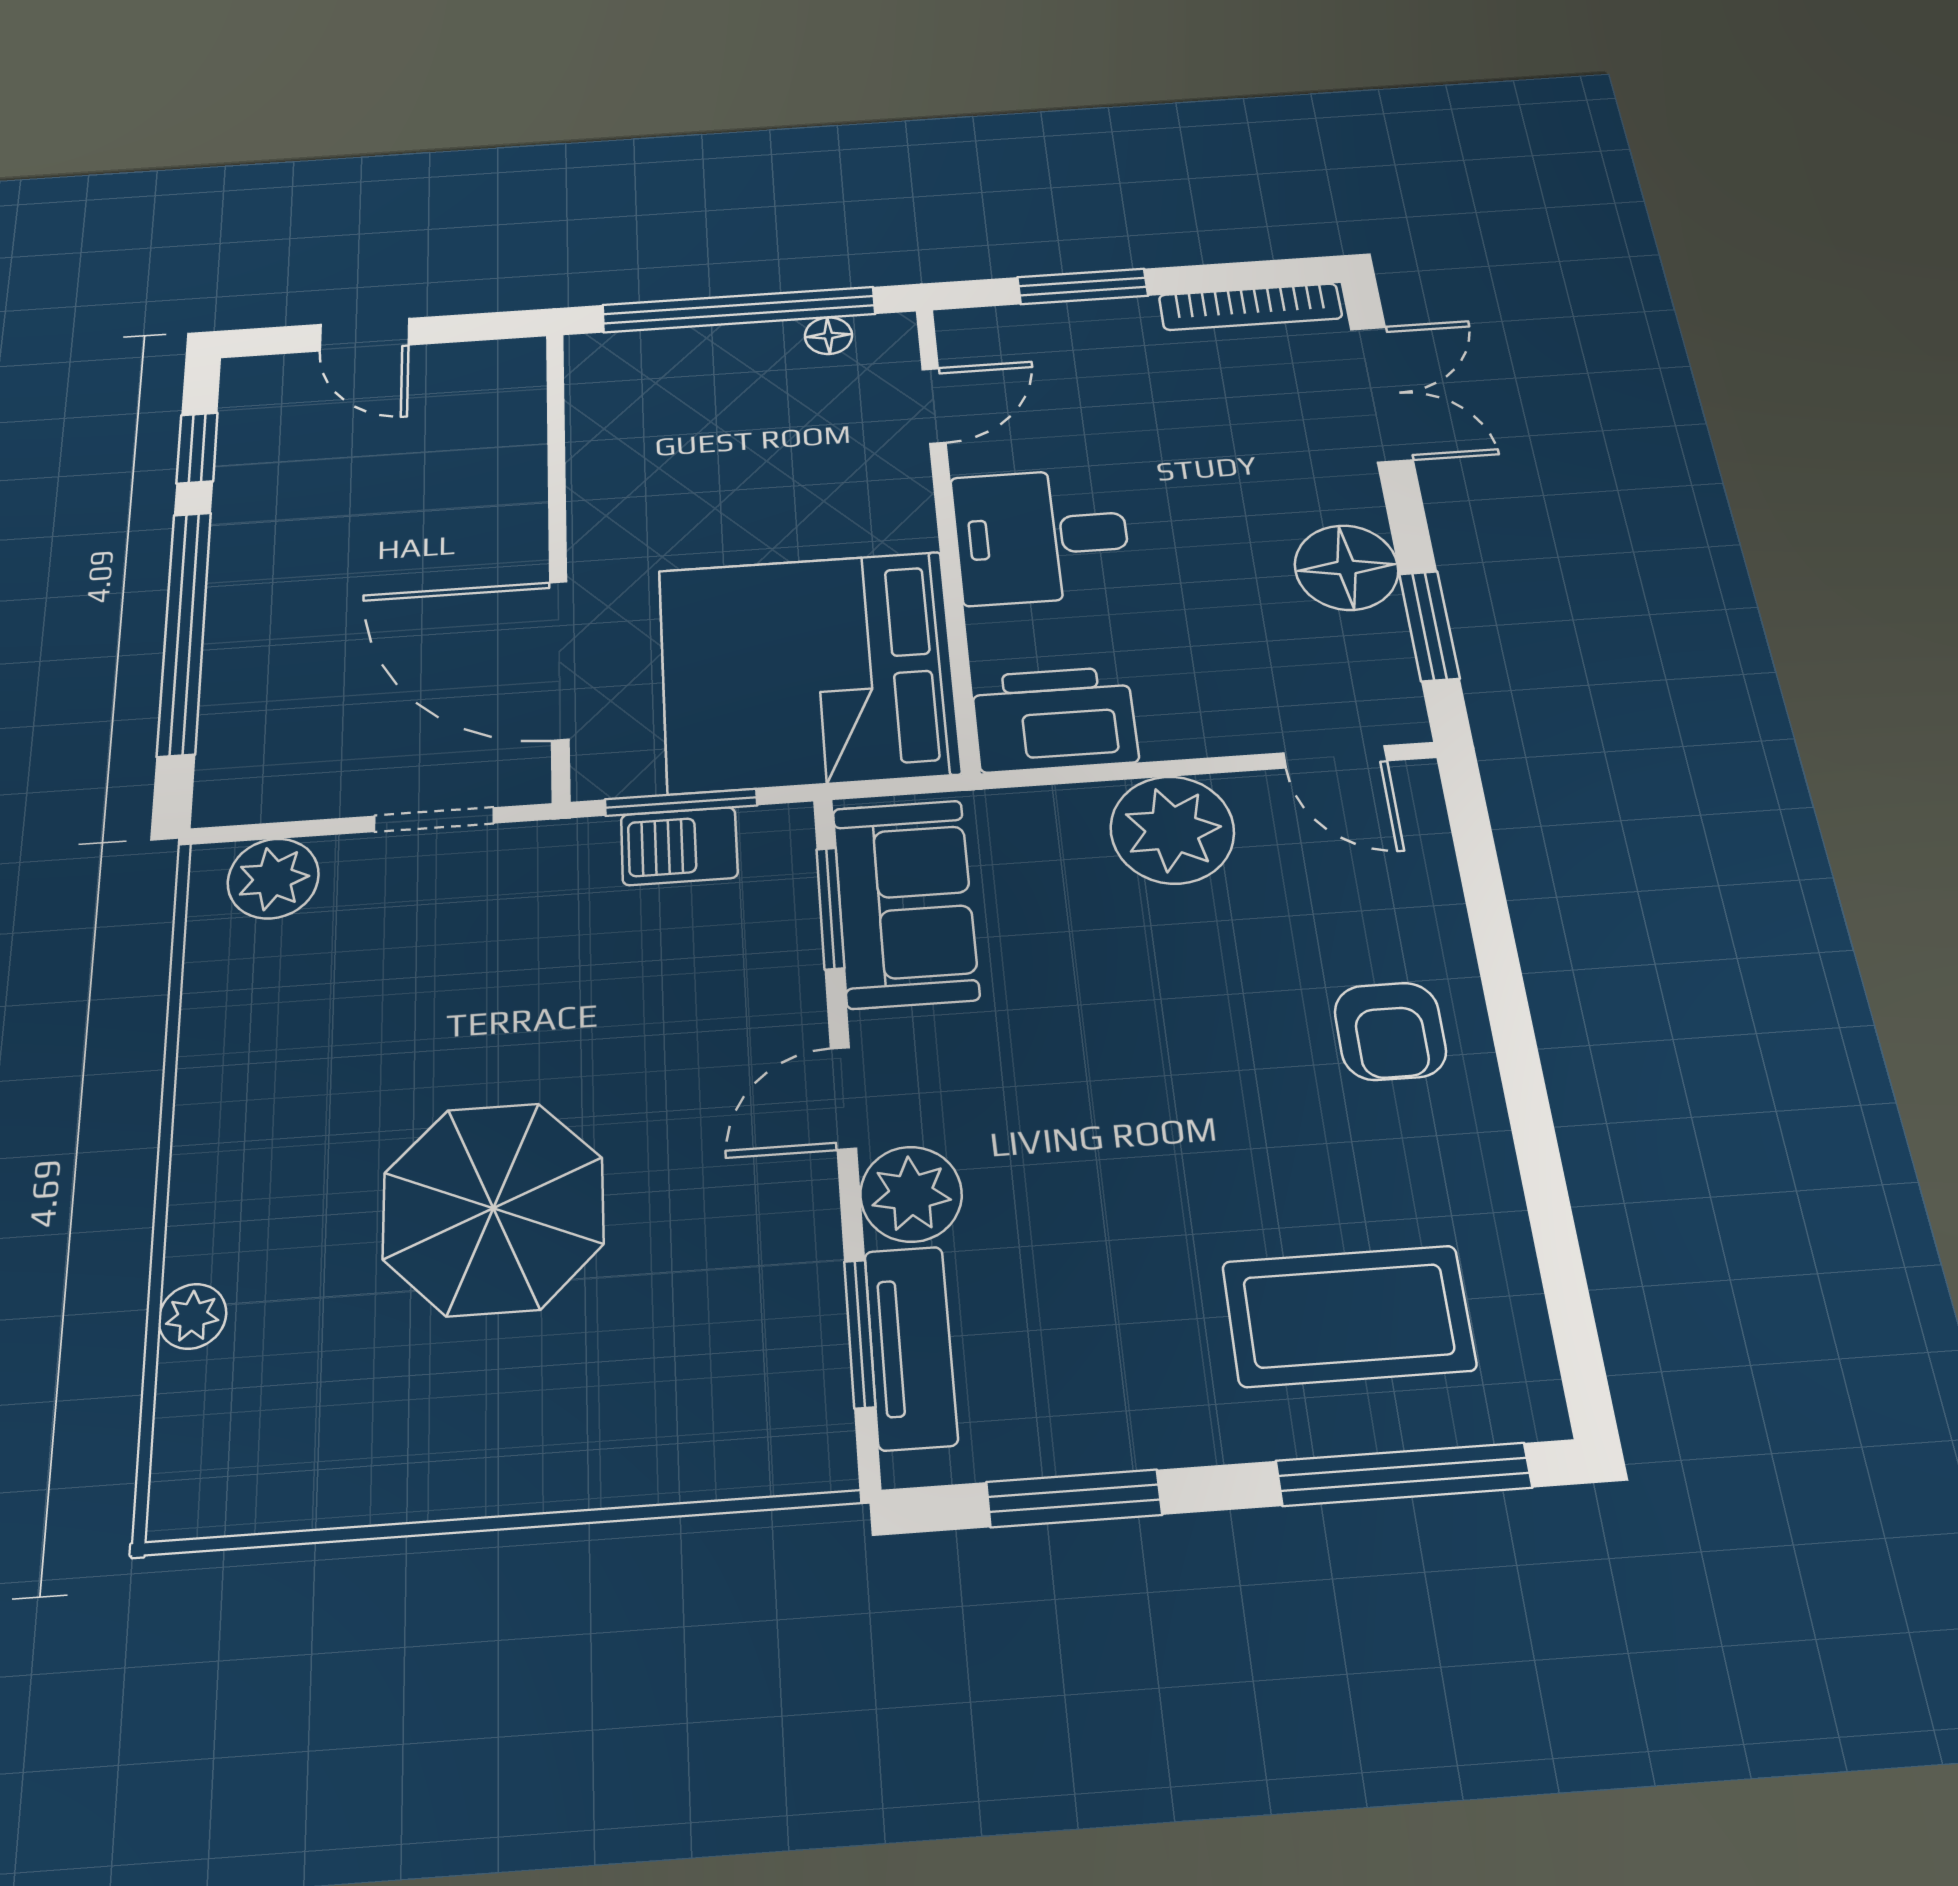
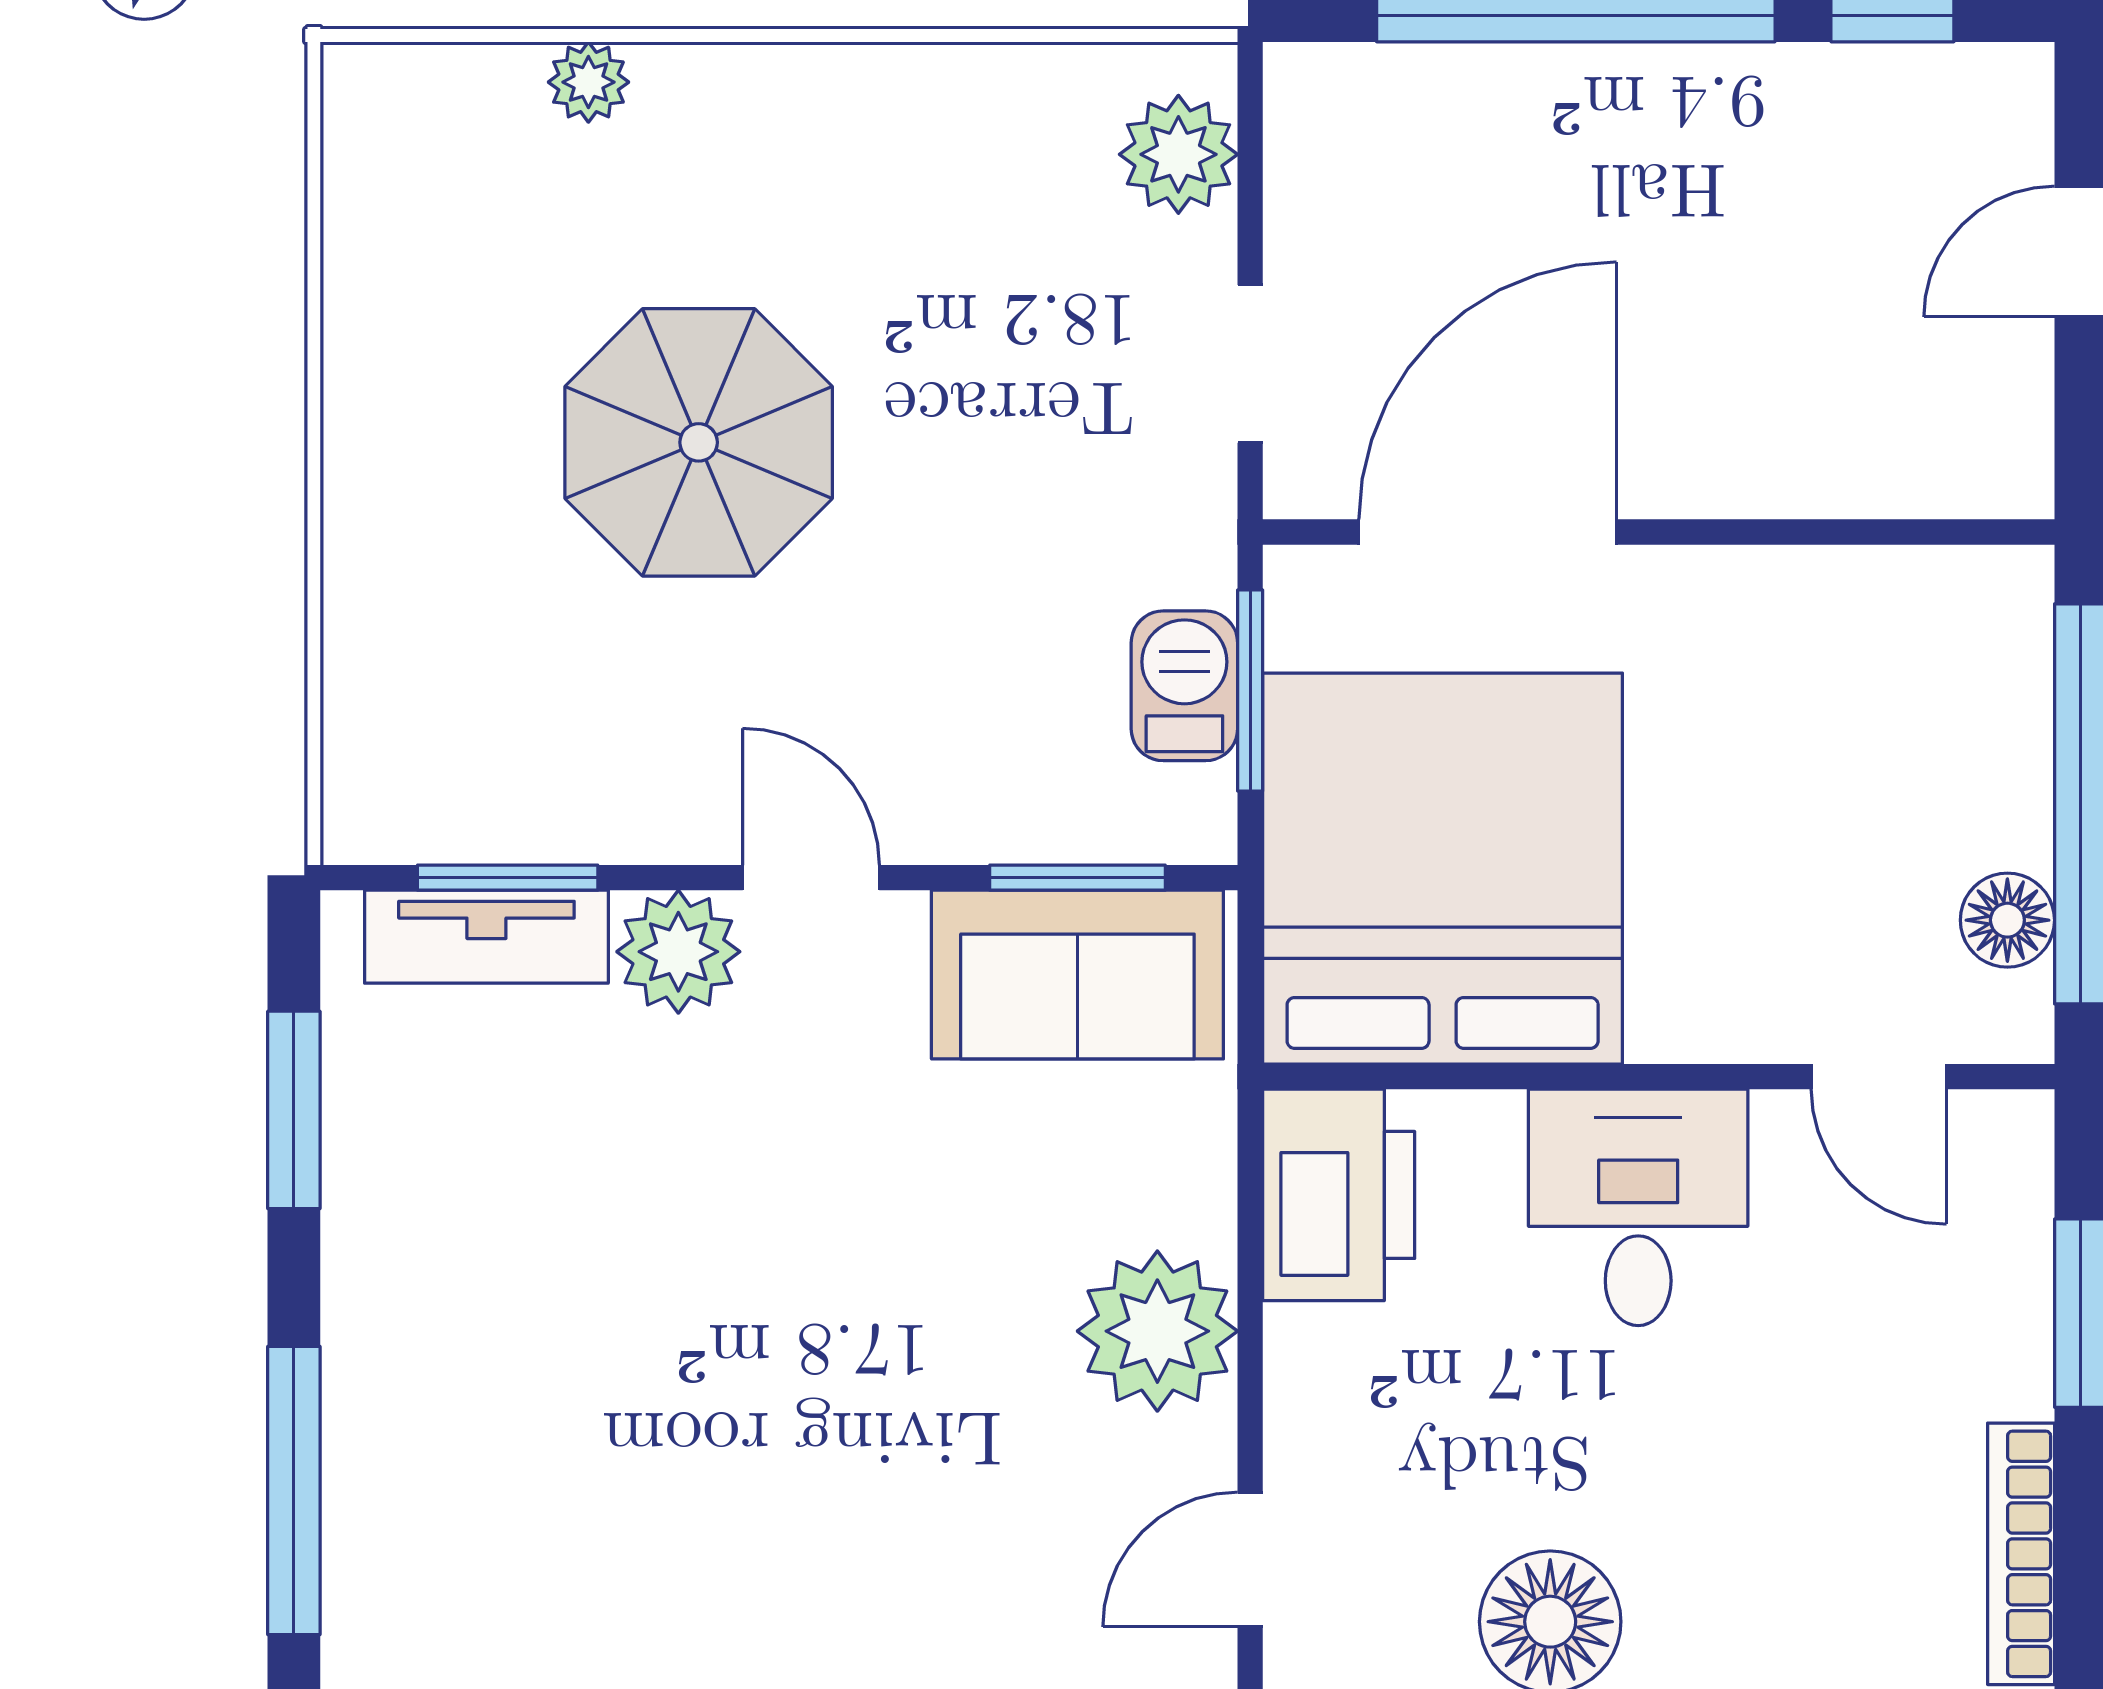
floor lamp: (828, 336) -> (2007, 920), width x1.37, depth x1.37
armchair: (1390, 1031) -> (849, 1567), removed
coffee table: (1348, 1316) -> (486, 1457), removed

